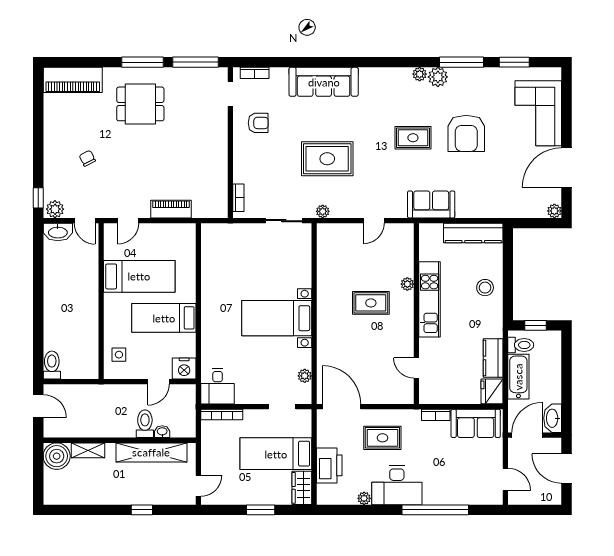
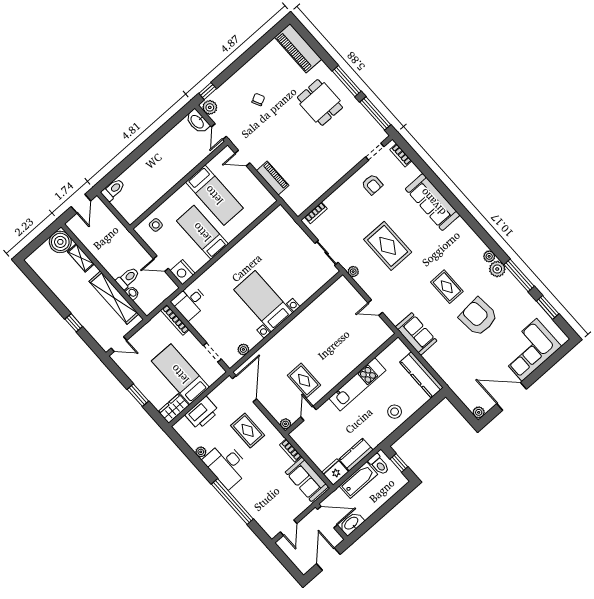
armchair: (466, 133) -> (478, 317), turned 85
plant: (407, 284) -> (286, 424), moved
rug: (371, 303) -> (304, 380), moved

